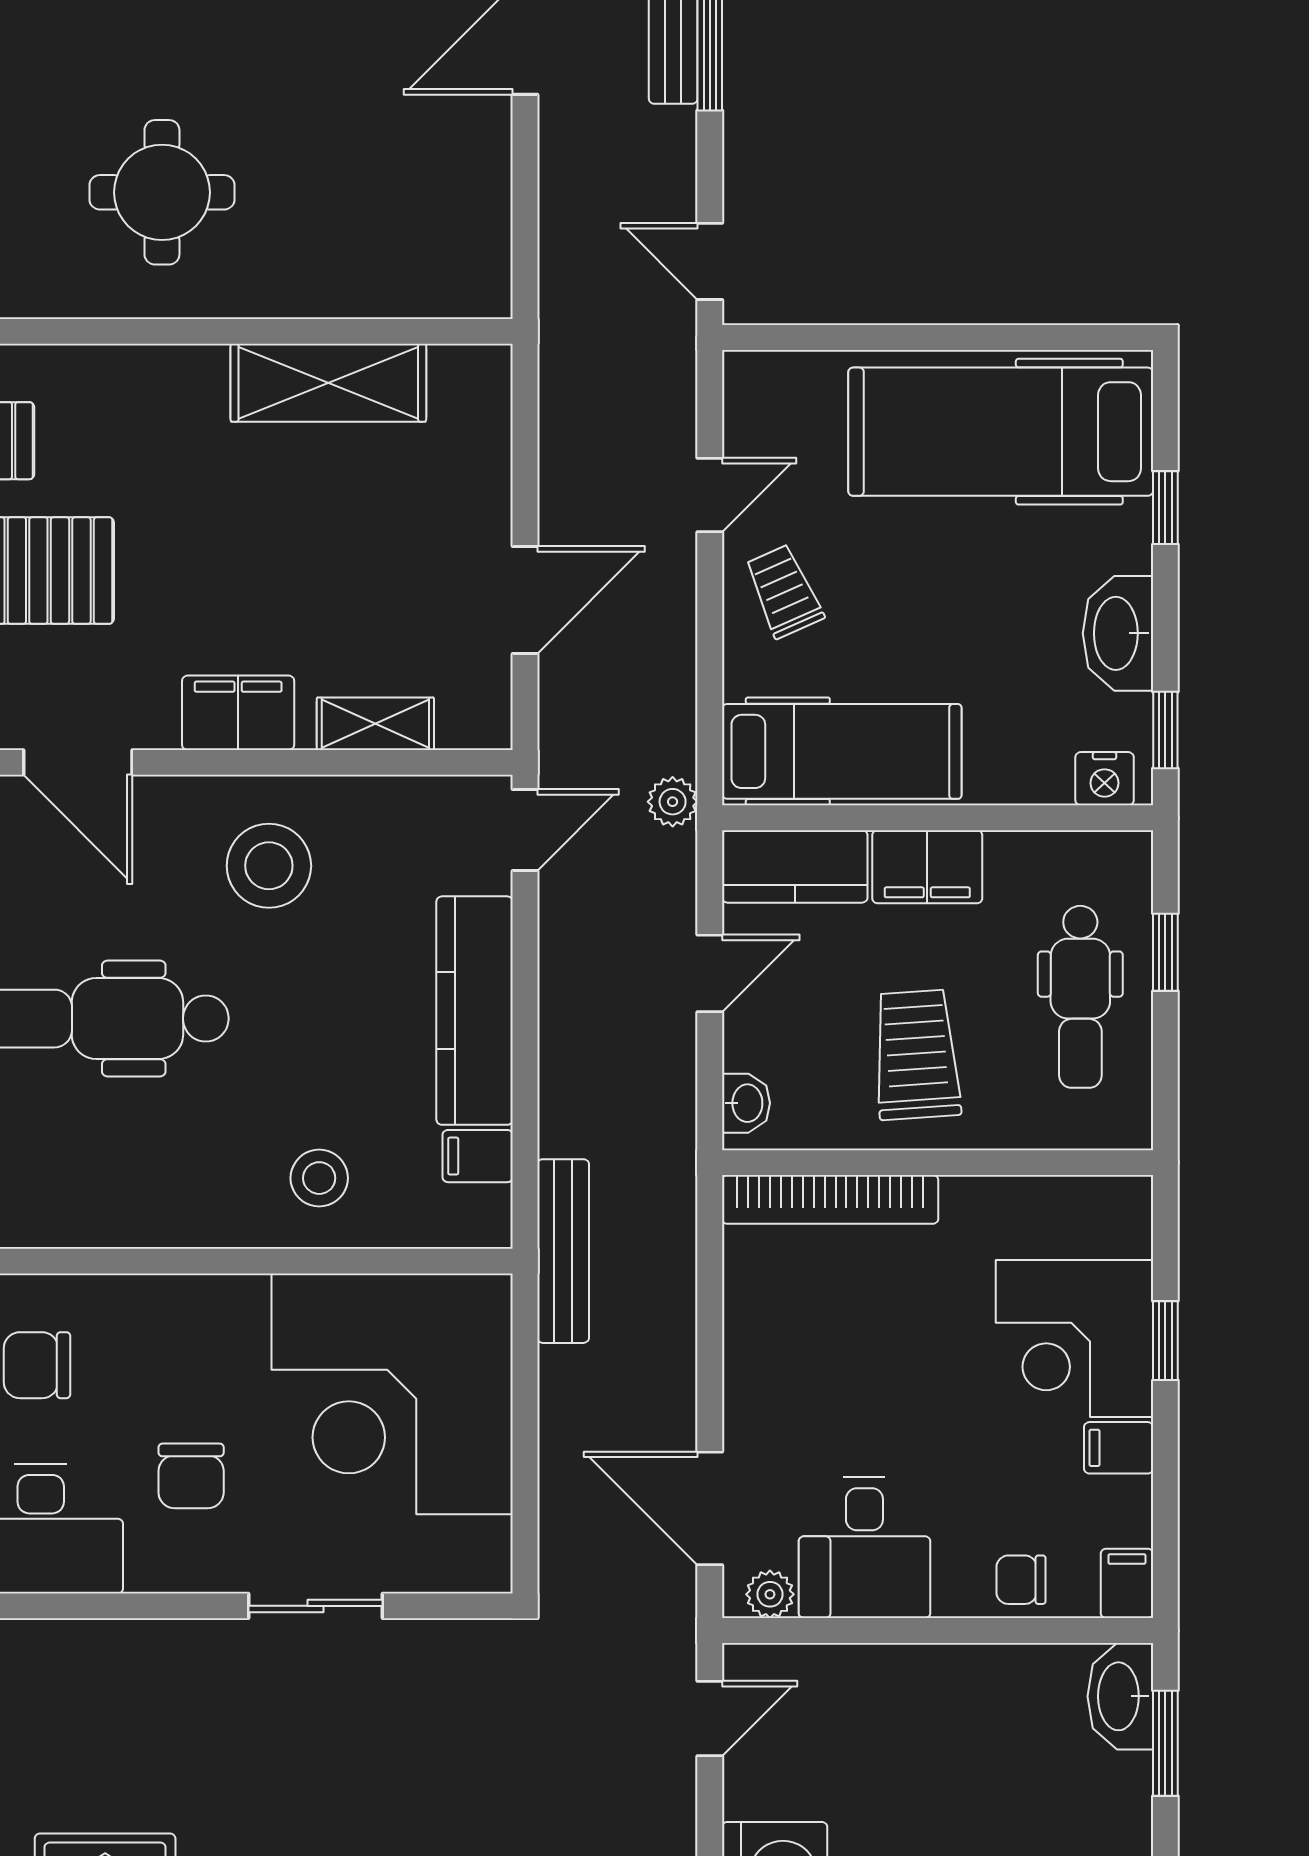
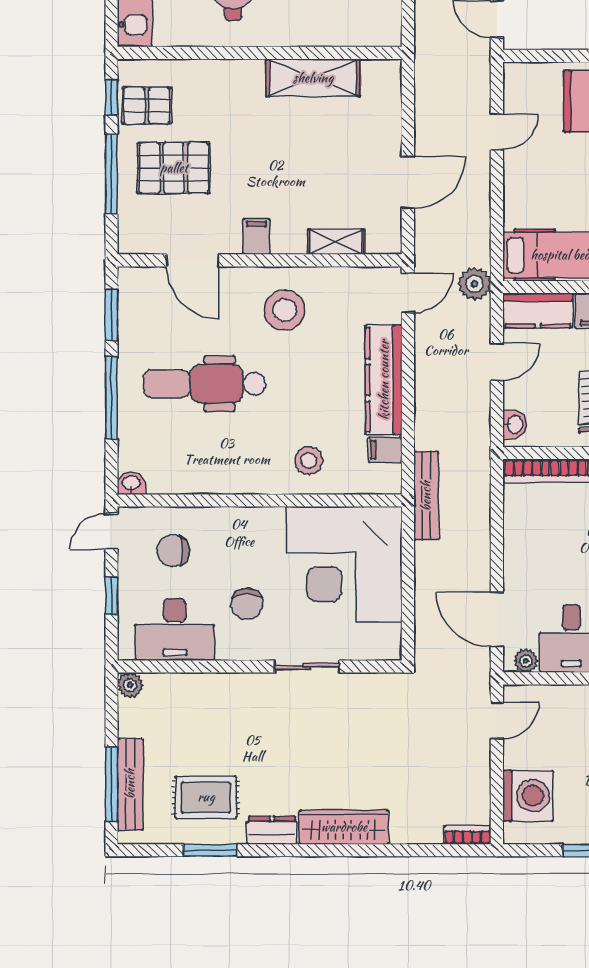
trolley: (784, 591) -> (533, 178), removed
filing cabinet: (238, 713) -> (256, 236), width x0.50
plant: (673, 802) -> (474, 284), width x1.38, depth x1.38

